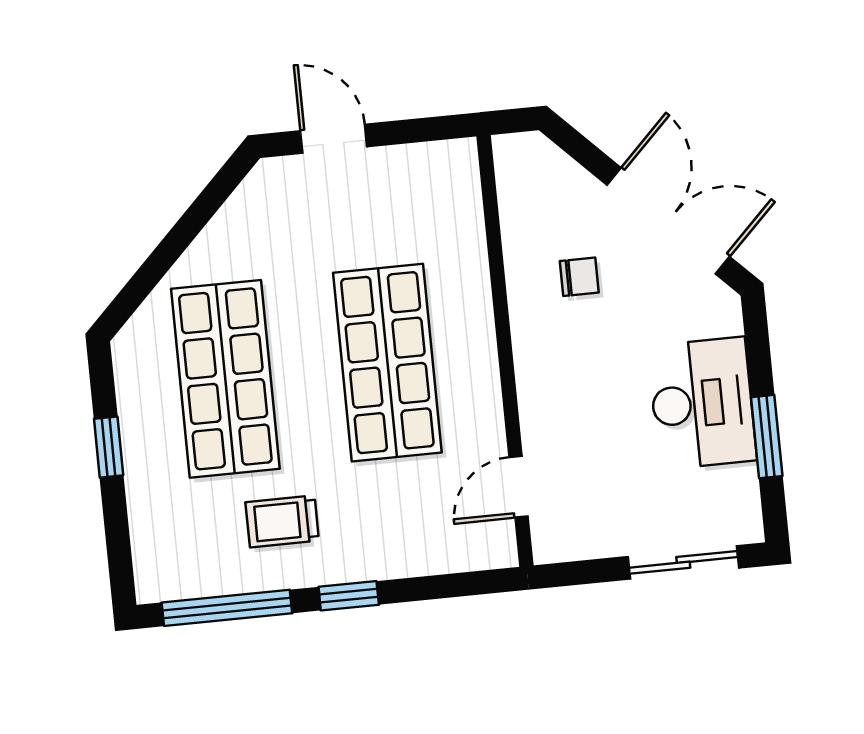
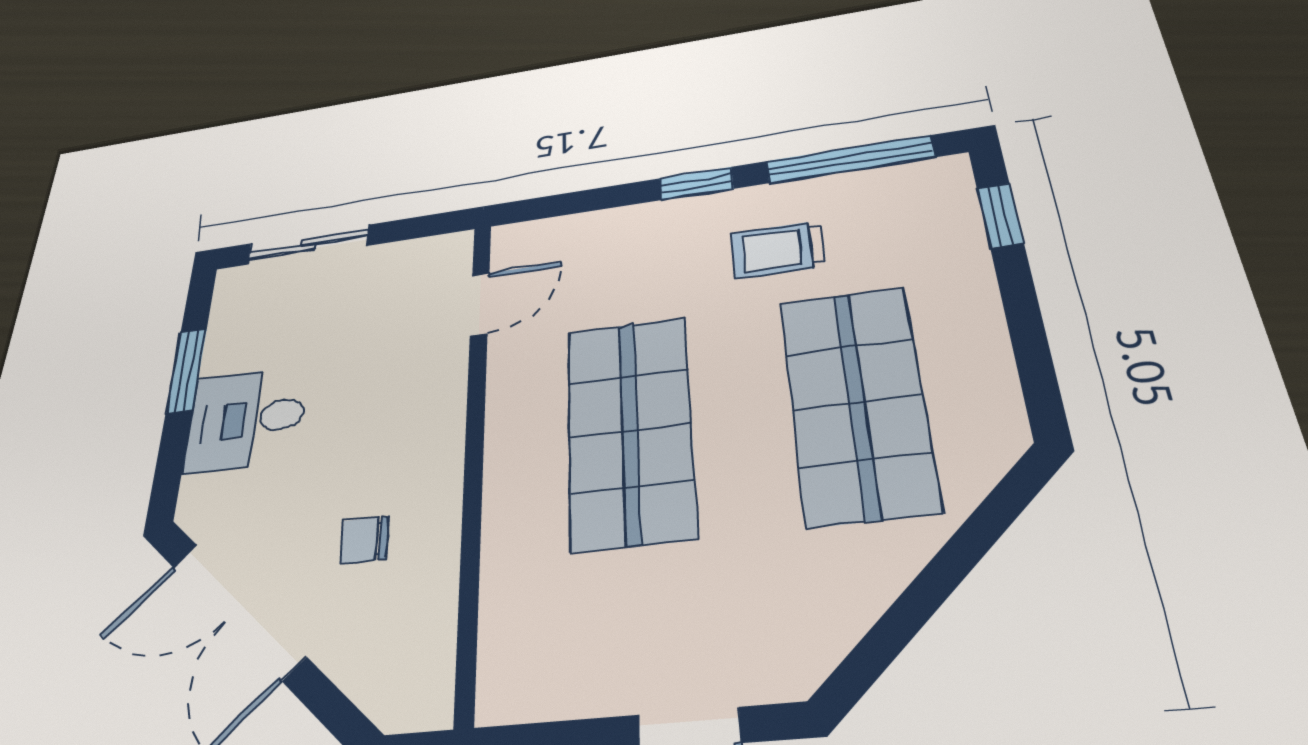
desk: (702, 403) -> (246, 419), width x0.73
window: (109, 447) -> (1000, 215), moved
trolley: (282, 521) -> (778, 250), turned 180

